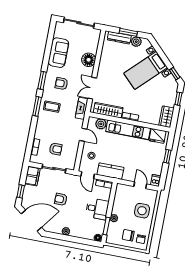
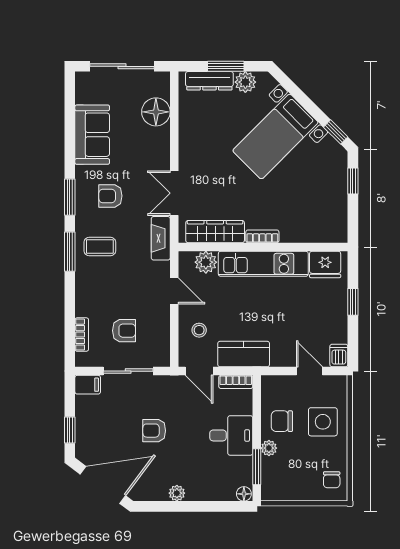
floor lamp: (89, 60) -> (156, 112), moved
wardrobe: (166, 117) -> (336, 222), removed
filing cabinet: (32, 176) -> (88, 385), width x0.50
chair: (128, 235) -> (282, 421), moved

